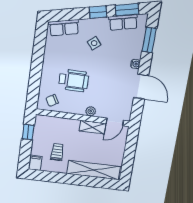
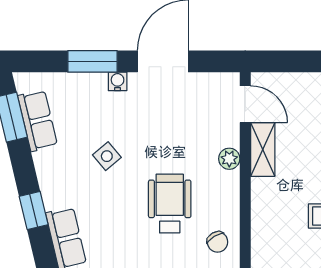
window: (98, 12) -> (34, 210), moved
window: (149, 40) -> (92, 61), moved
side table: (94, 43) -> (107, 156), moved

